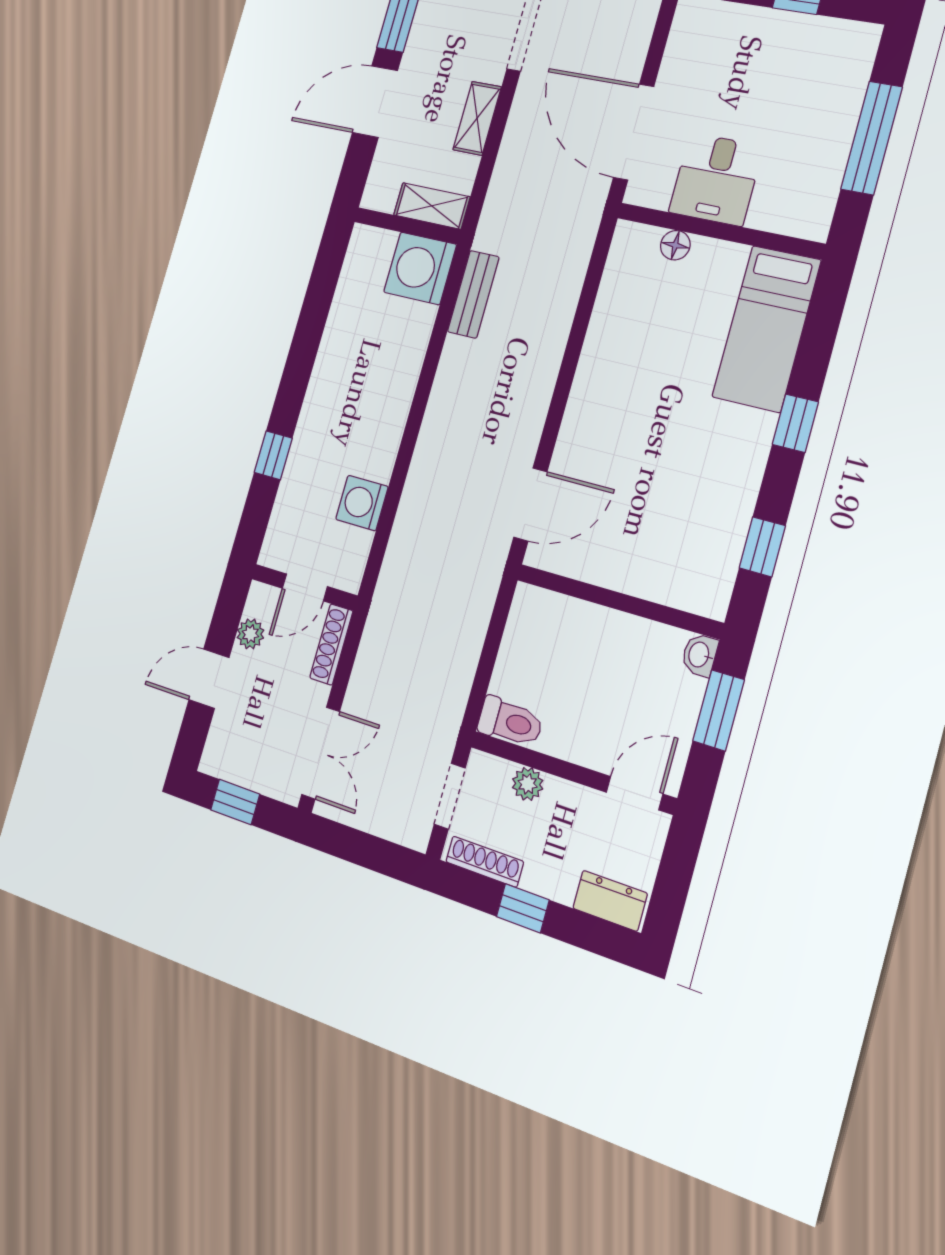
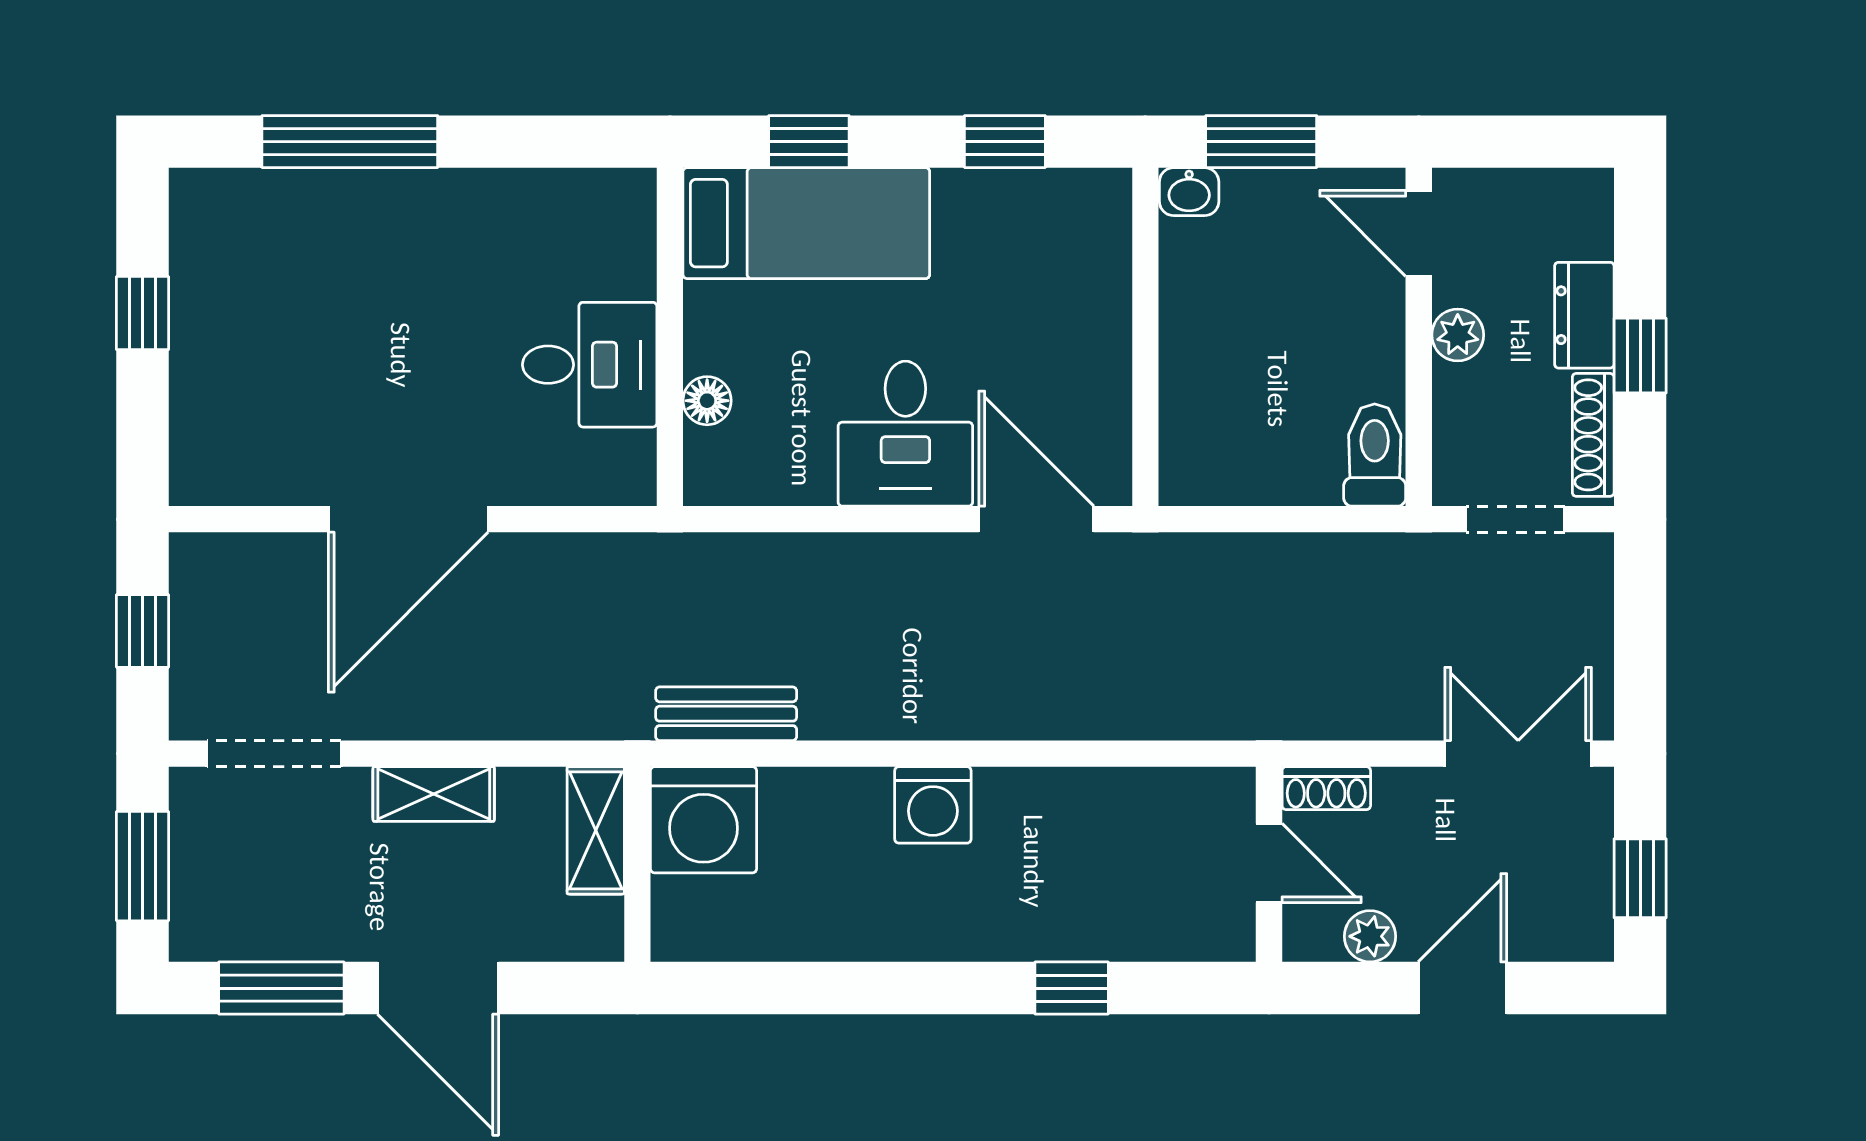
desk: (716, 179) -> (590, 365), moved
wall: (719, 231) -> (670, 337), moved
floor lamp: (675, 245) -> (707, 401), moved
bed: (766, 329) -> (806, 223), moved
desk: (602, 439) -> (905, 434), added
washing machine: (362, 503) -> (933, 805), moved
shoe rack: (331, 644) -> (1326, 788), width x0.70
door: (209, 679) -> (1462, 988), swing flipped
plant: (528, 784) -> (1458, 335), moved
dresser: (610, 901) -> (1584, 315), moved

